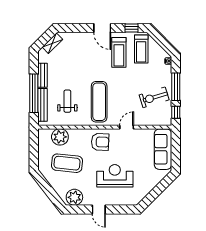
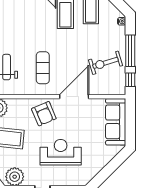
exercise mat: (99, 102) -> (43, 68), width x0.73, depth x0.69
door: (127, 127) -> (74, 97), width x1.88
armchair: (100, 142) -> (44, 114), turned 65

